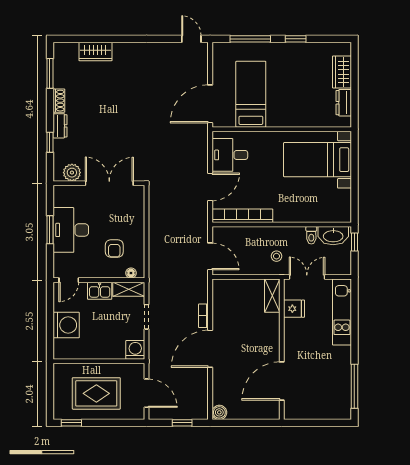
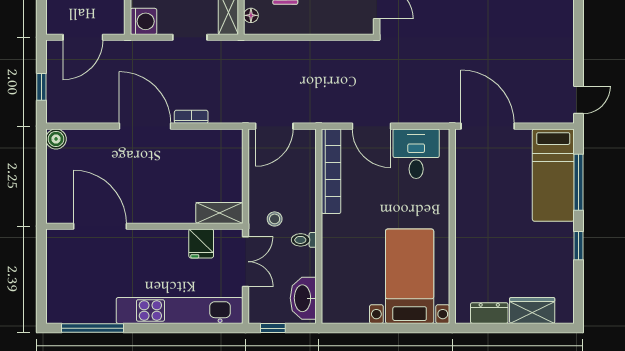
bed: (251, 94) -> (553, 175), moved, turned 90
toilet: (311, 235) -> (304, 240), moved
window: (354, 242) -> (273, 328), moved
kitchen unit: (342, 312) -> (180, 310), width x1.36

